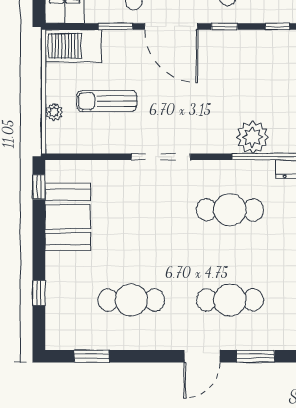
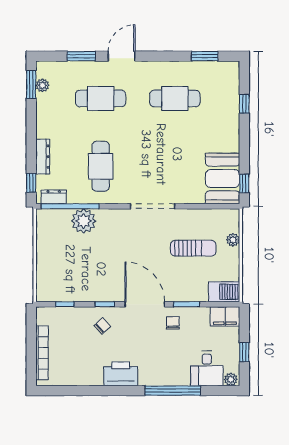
barbecue: (73, 46) -> (224, 292), width x0.73, depth x0.83
cafe table: (230, 210) -> (101, 166), turned 90
booth: (68, 217) -> (223, 178), moved

